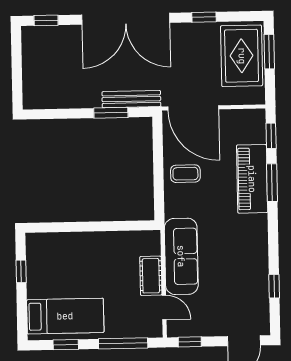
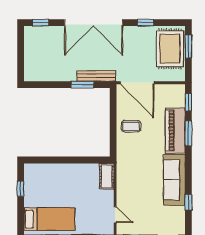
sofa: (181, 256) -> (174, 180), moved, turned 180
cot: (151, 276) -> (107, 176), moved

